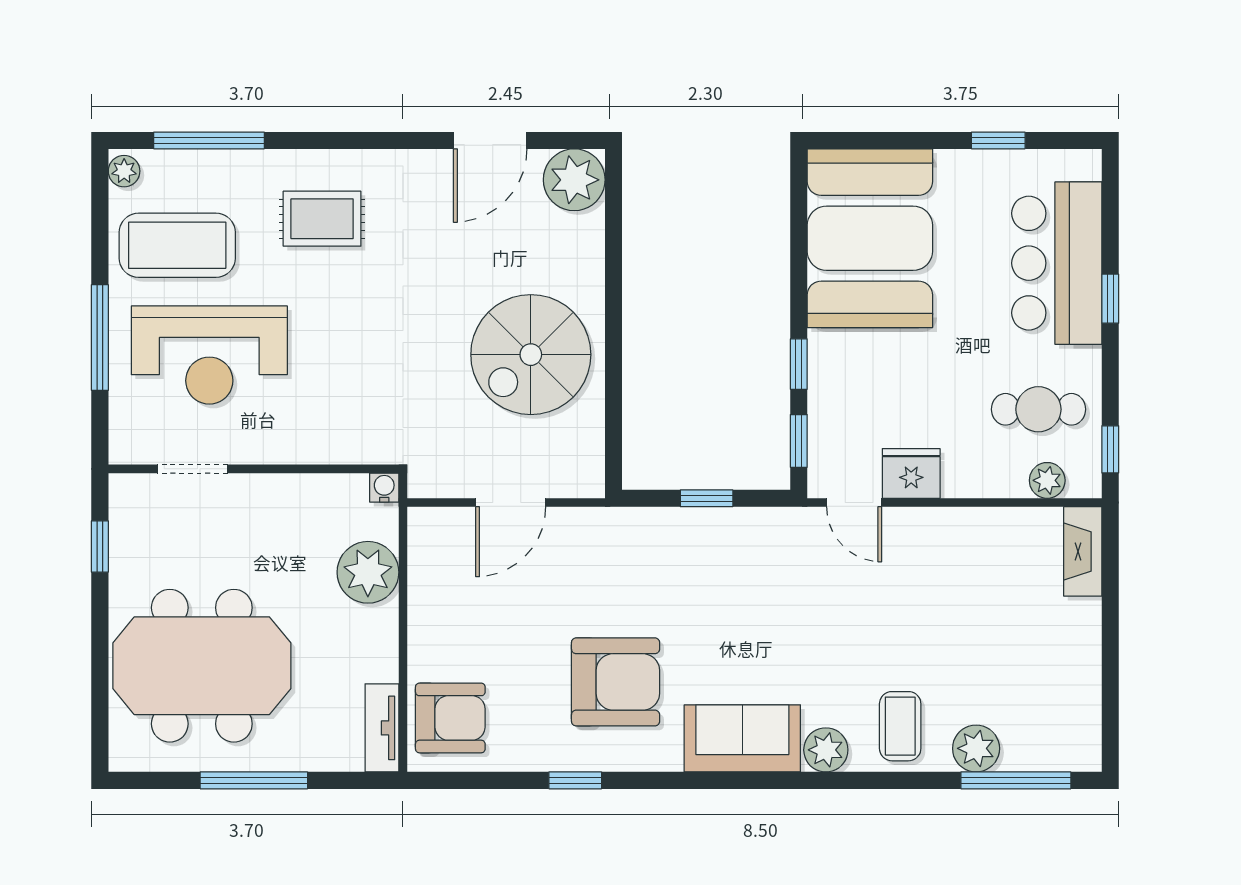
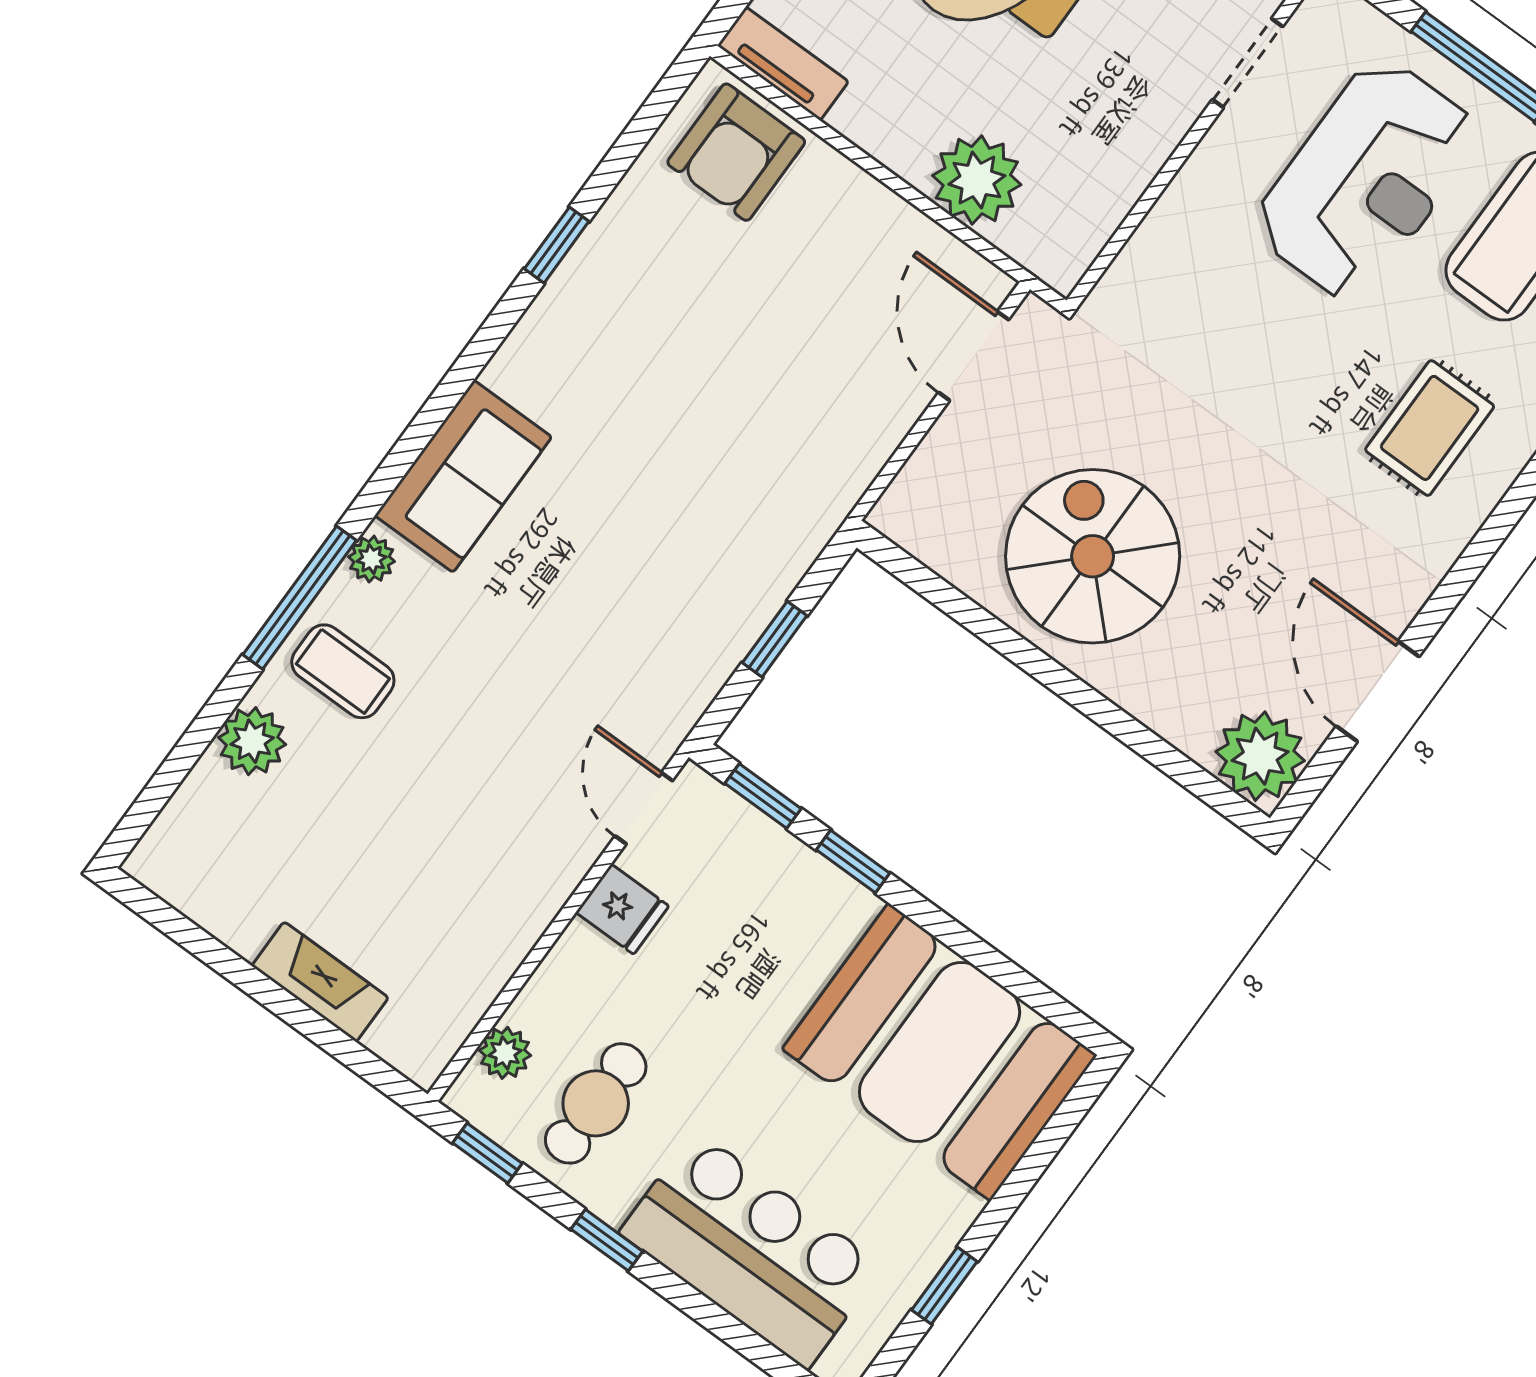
window: (1110, 299) -> (607, 1240), moved
reception desk: (209, 355) -> (1366, 180), turned 180
fridge: (911, 473) -> (622, 909), width x0.72
water cooler: (384, 488) -> (1062, 271), removed
door: (511, 503) -> (974, 356), moved
door: (854, 503) -> (644, 808), hinge flipped
fireplace: (1083, 551) -> (320, 982), moved
armchair: (616, 682) -> (638, 376), removed
plant: (826, 750) -> (372, 559), width x0.73, depth x0.73
window: (1016, 780) -> (300, 598), moved

